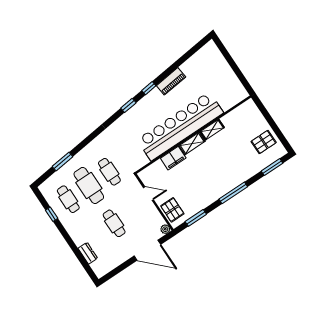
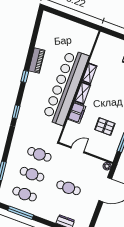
window: (128, 106) -> (16, 112), moved
cafe table: (89, 185) -> (32, 174), width x0.73, depth x0.74
pallet: (172, 210) -> (105, 126), moved
window: (52, 214) -> (21, 213), width x2.17

